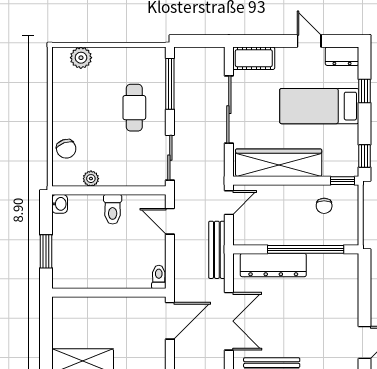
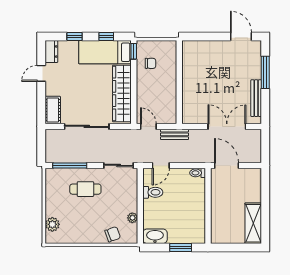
bed: (319, 106) -> (105, 52), moved, turned 90
window: (365, 156) -> (106, 37), moved
washbasin: (60, 204) -> (155, 236), width x1.91, depth x1.45
toilet: (113, 209) -> (153, 192), moved
window: (306, 249) -> (179, 76), removed
bench: (217, 250) -> (175, 134), width x0.73
dresser: (273, 265) -> (190, 97), removed

